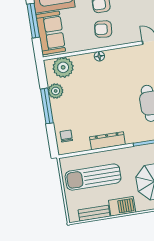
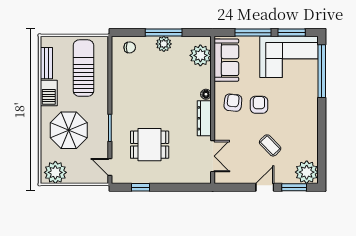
sofa: (51, 33) -> (226, 60), moved, turned -90
plant: (56, 91) -> (164, 44), moved
dresser: (107, 141) -> (204, 118), moved, turned 180

